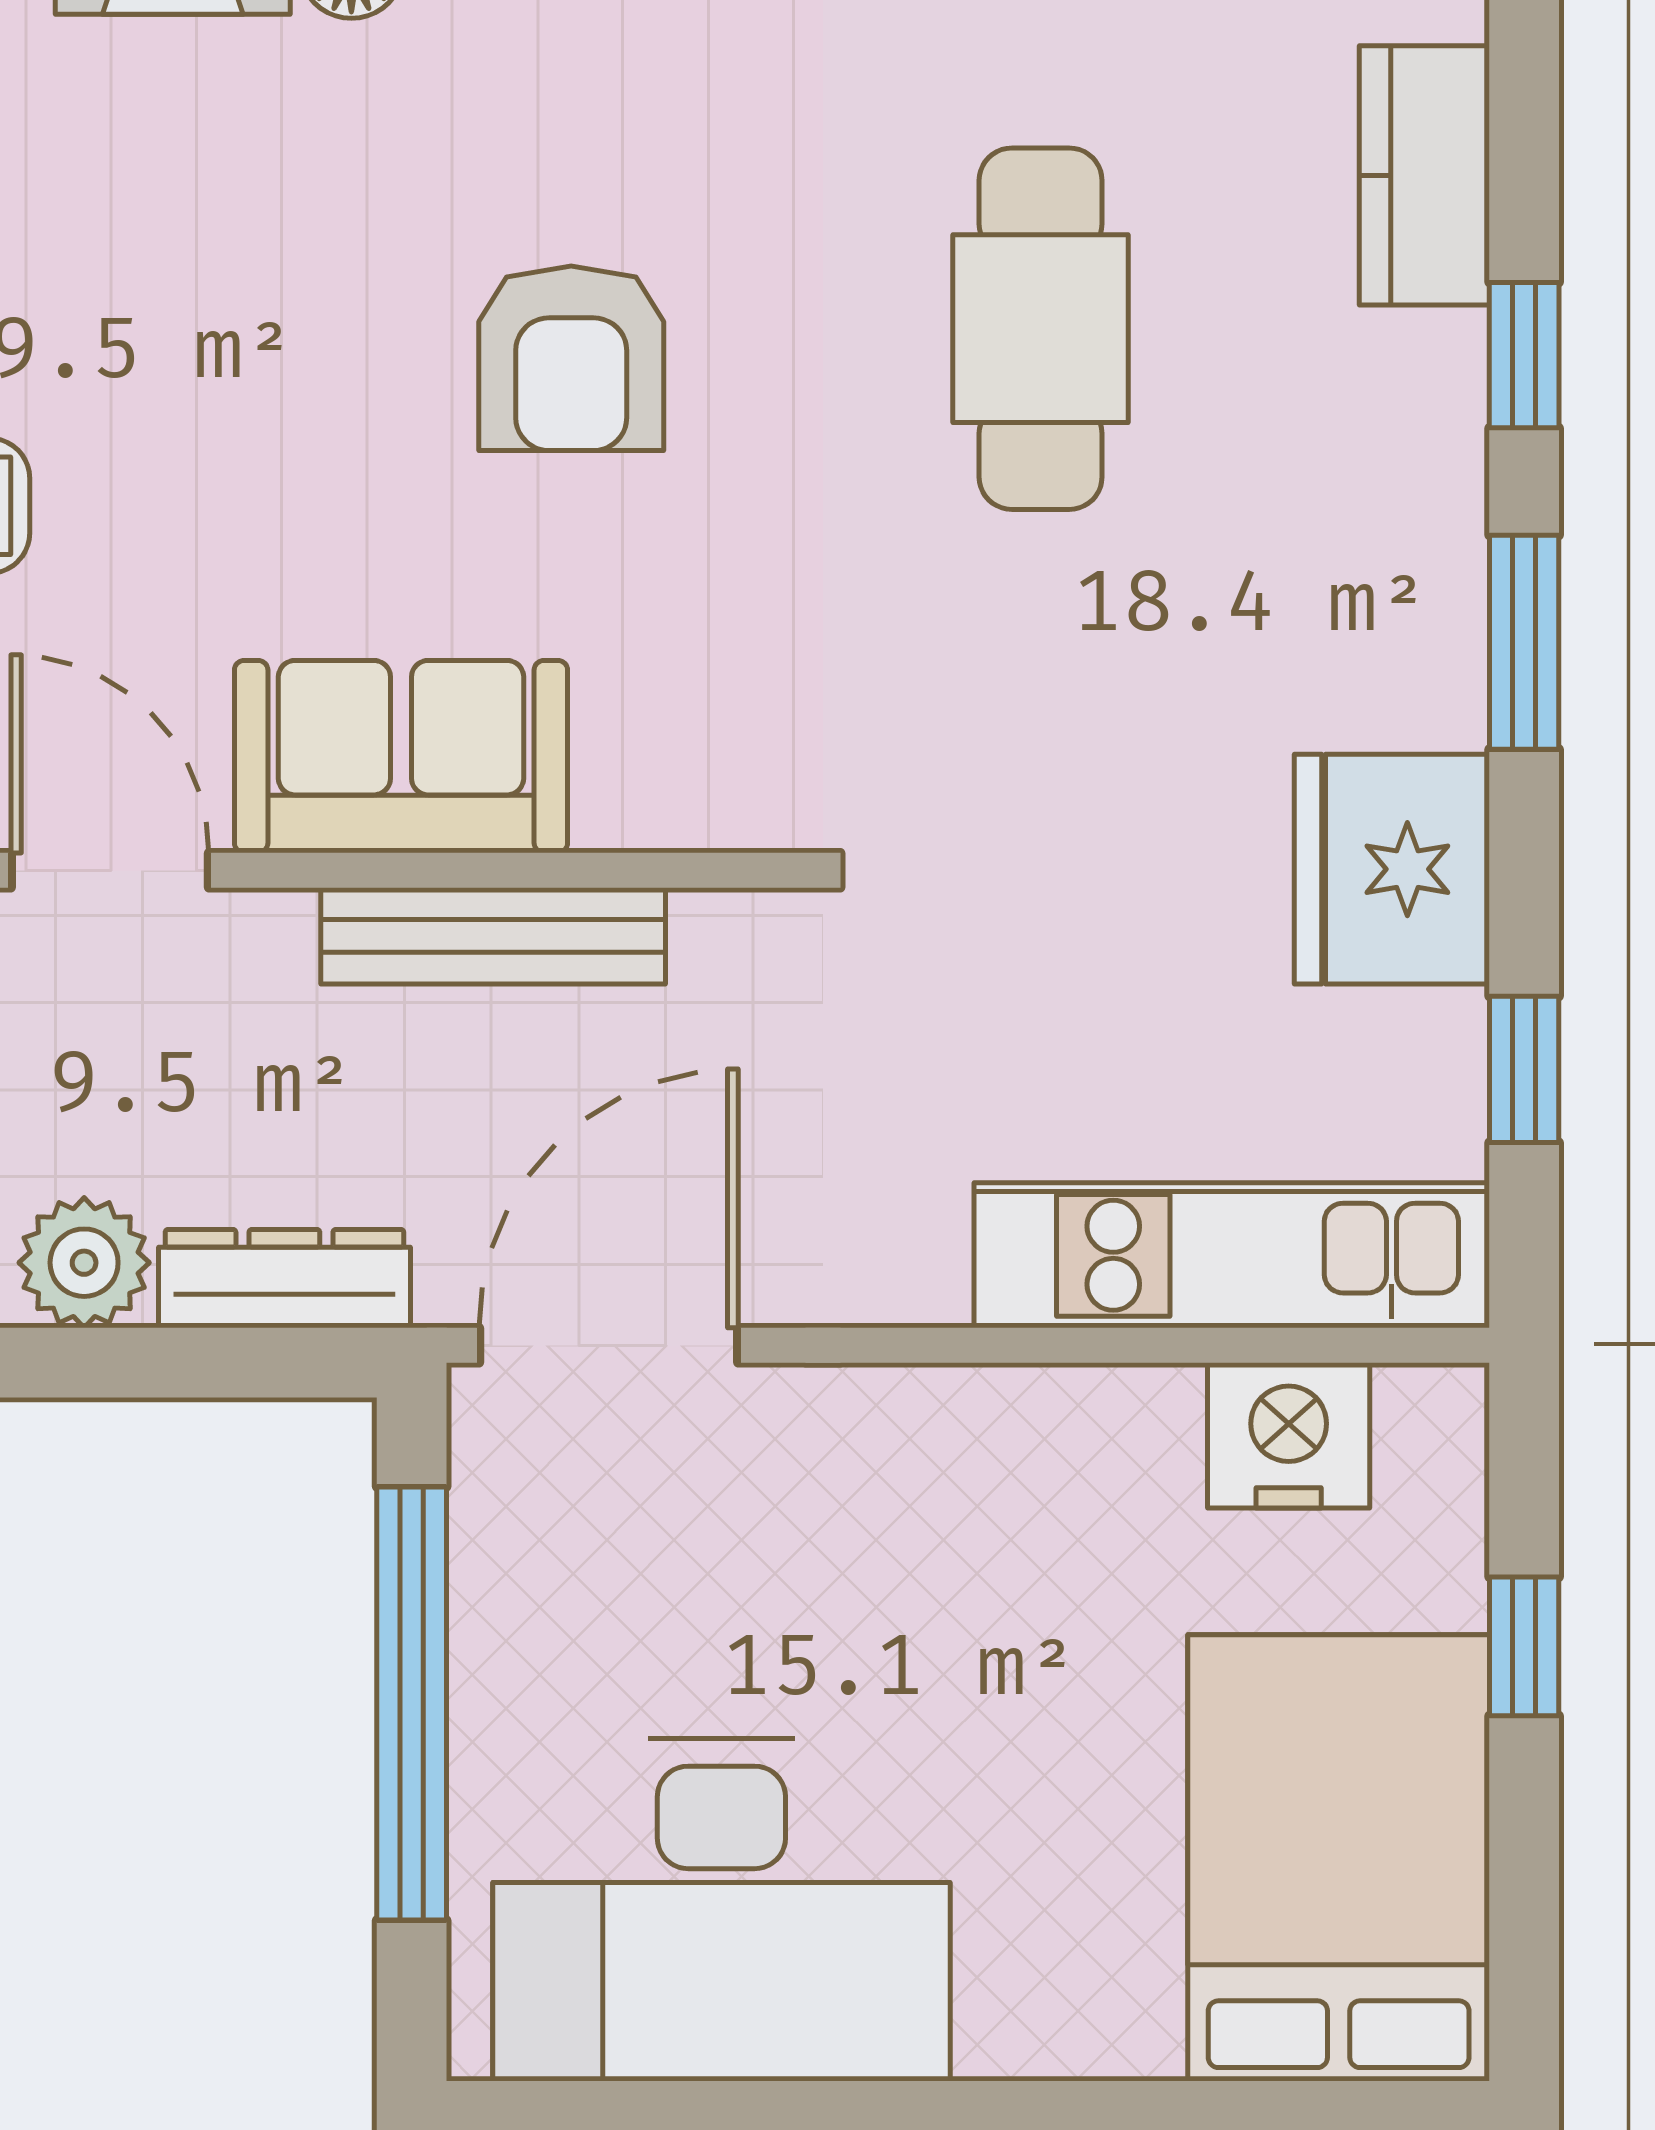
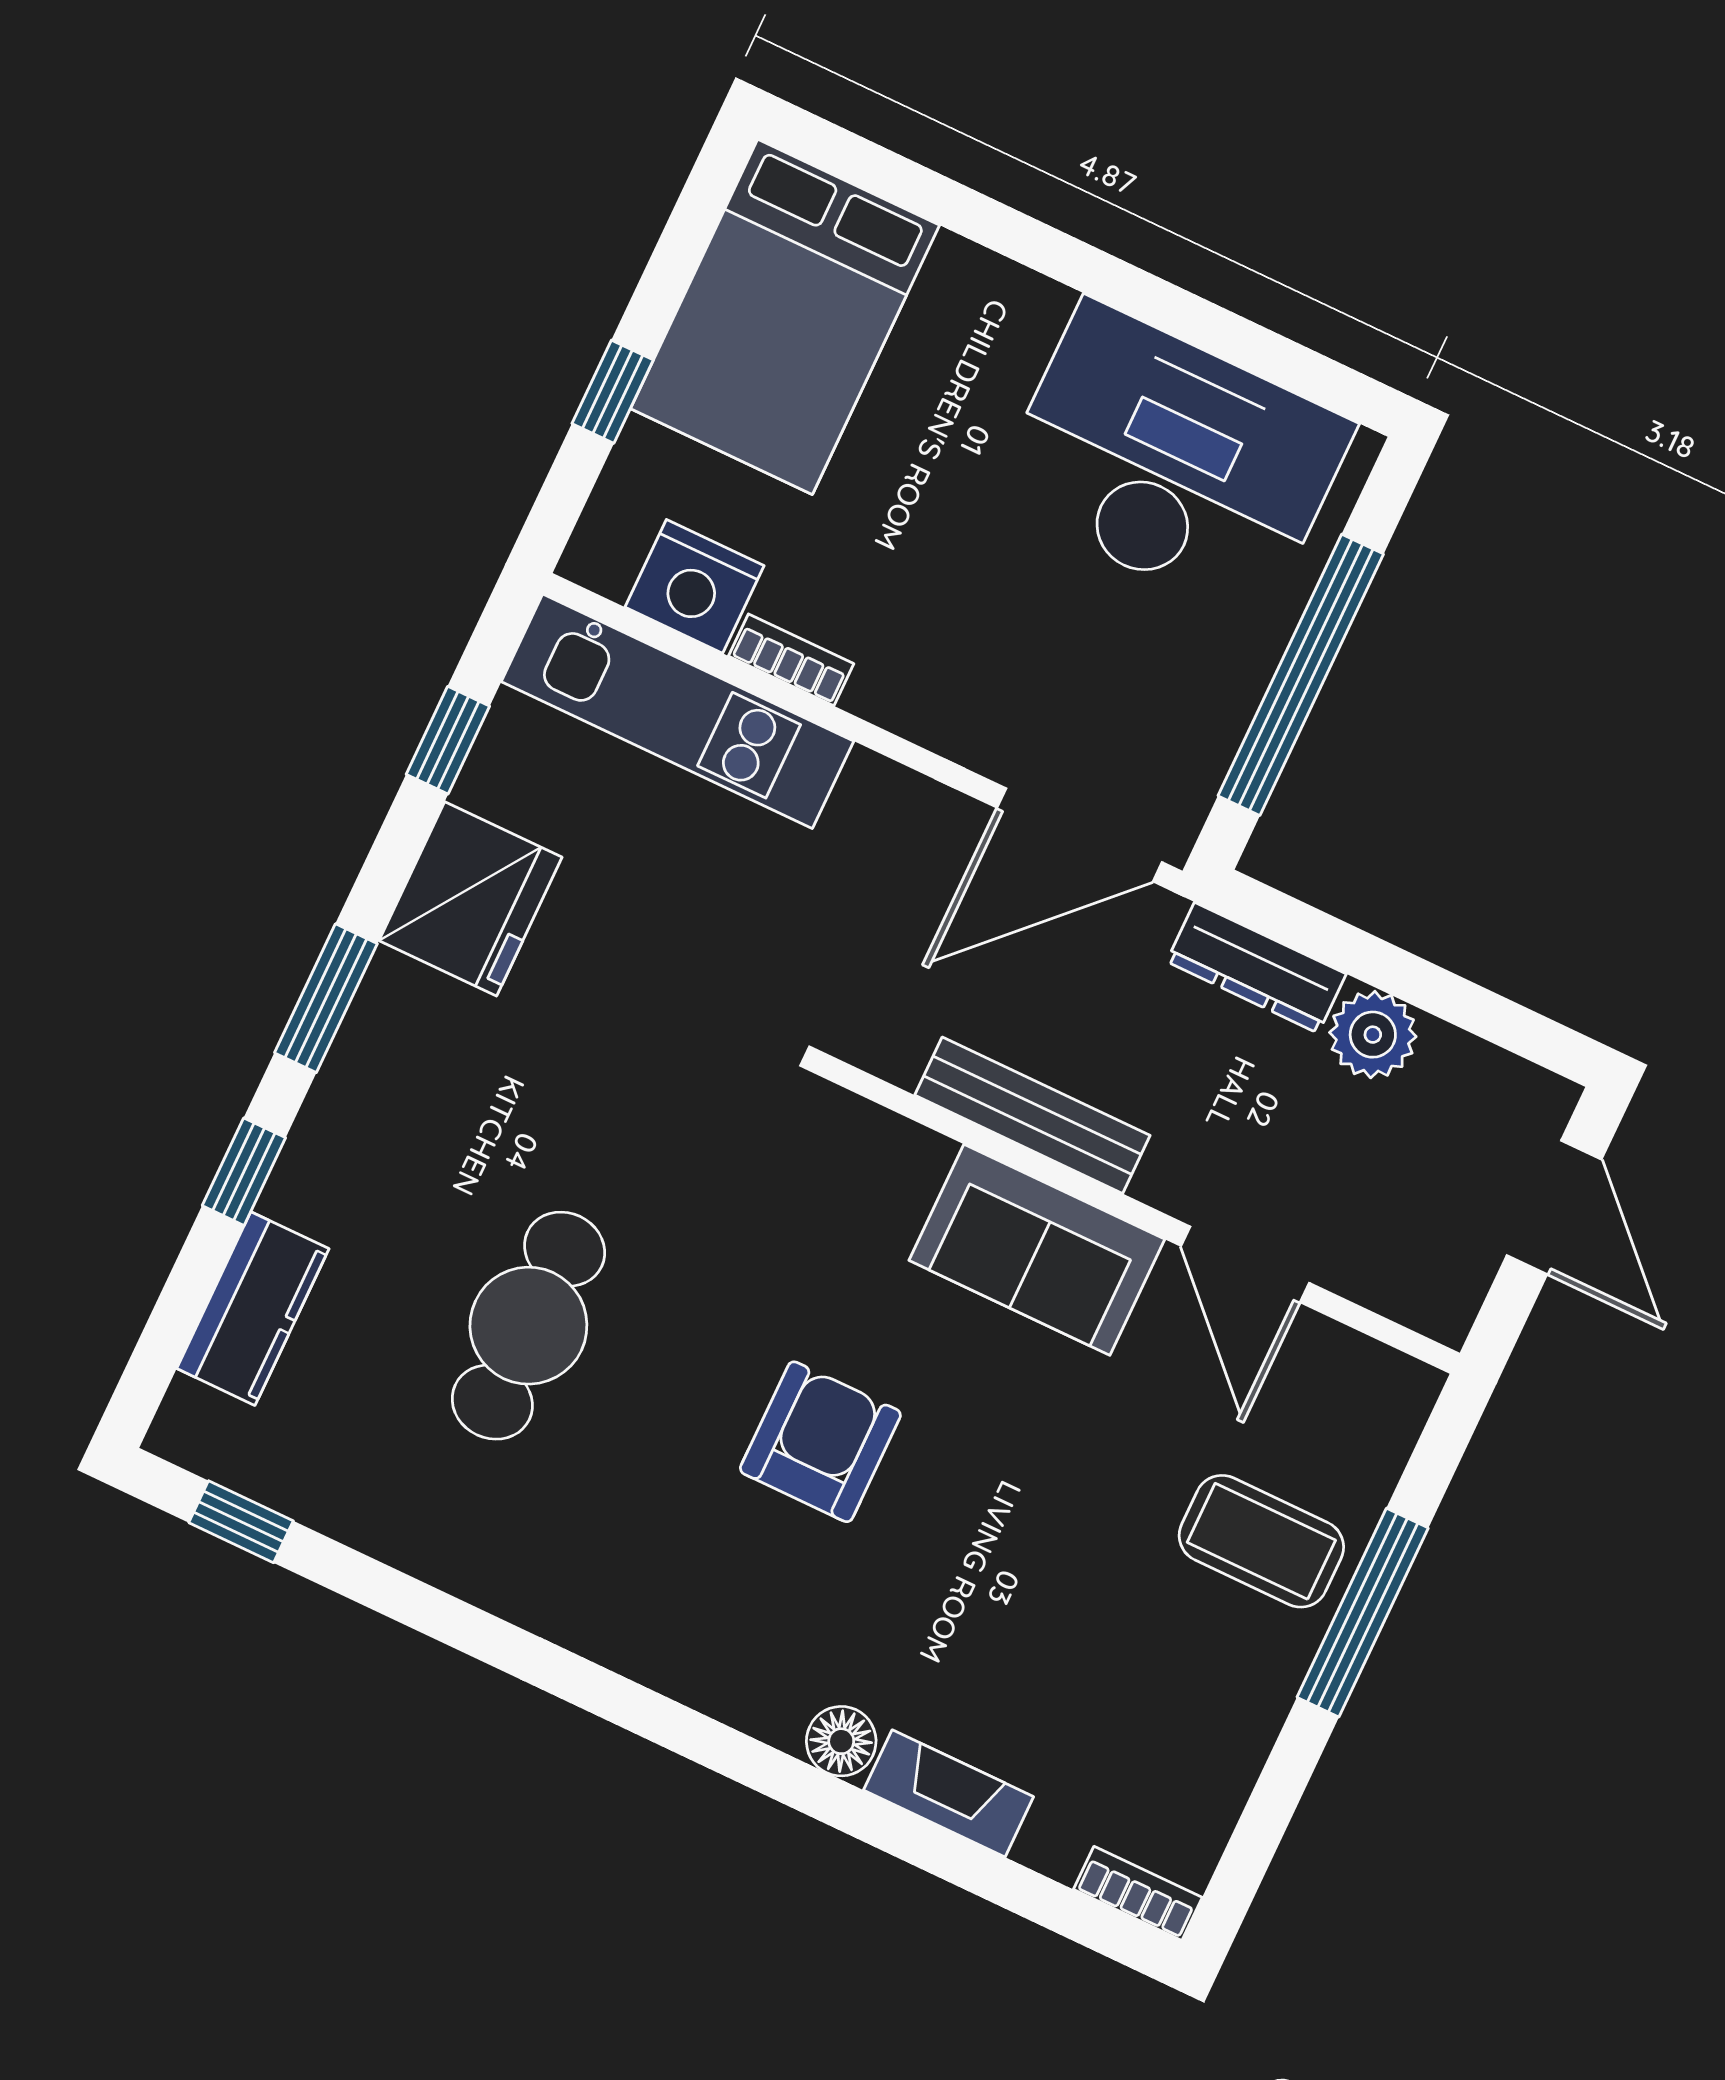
bookcase: (1111, 1398) -> (791, 660), added

